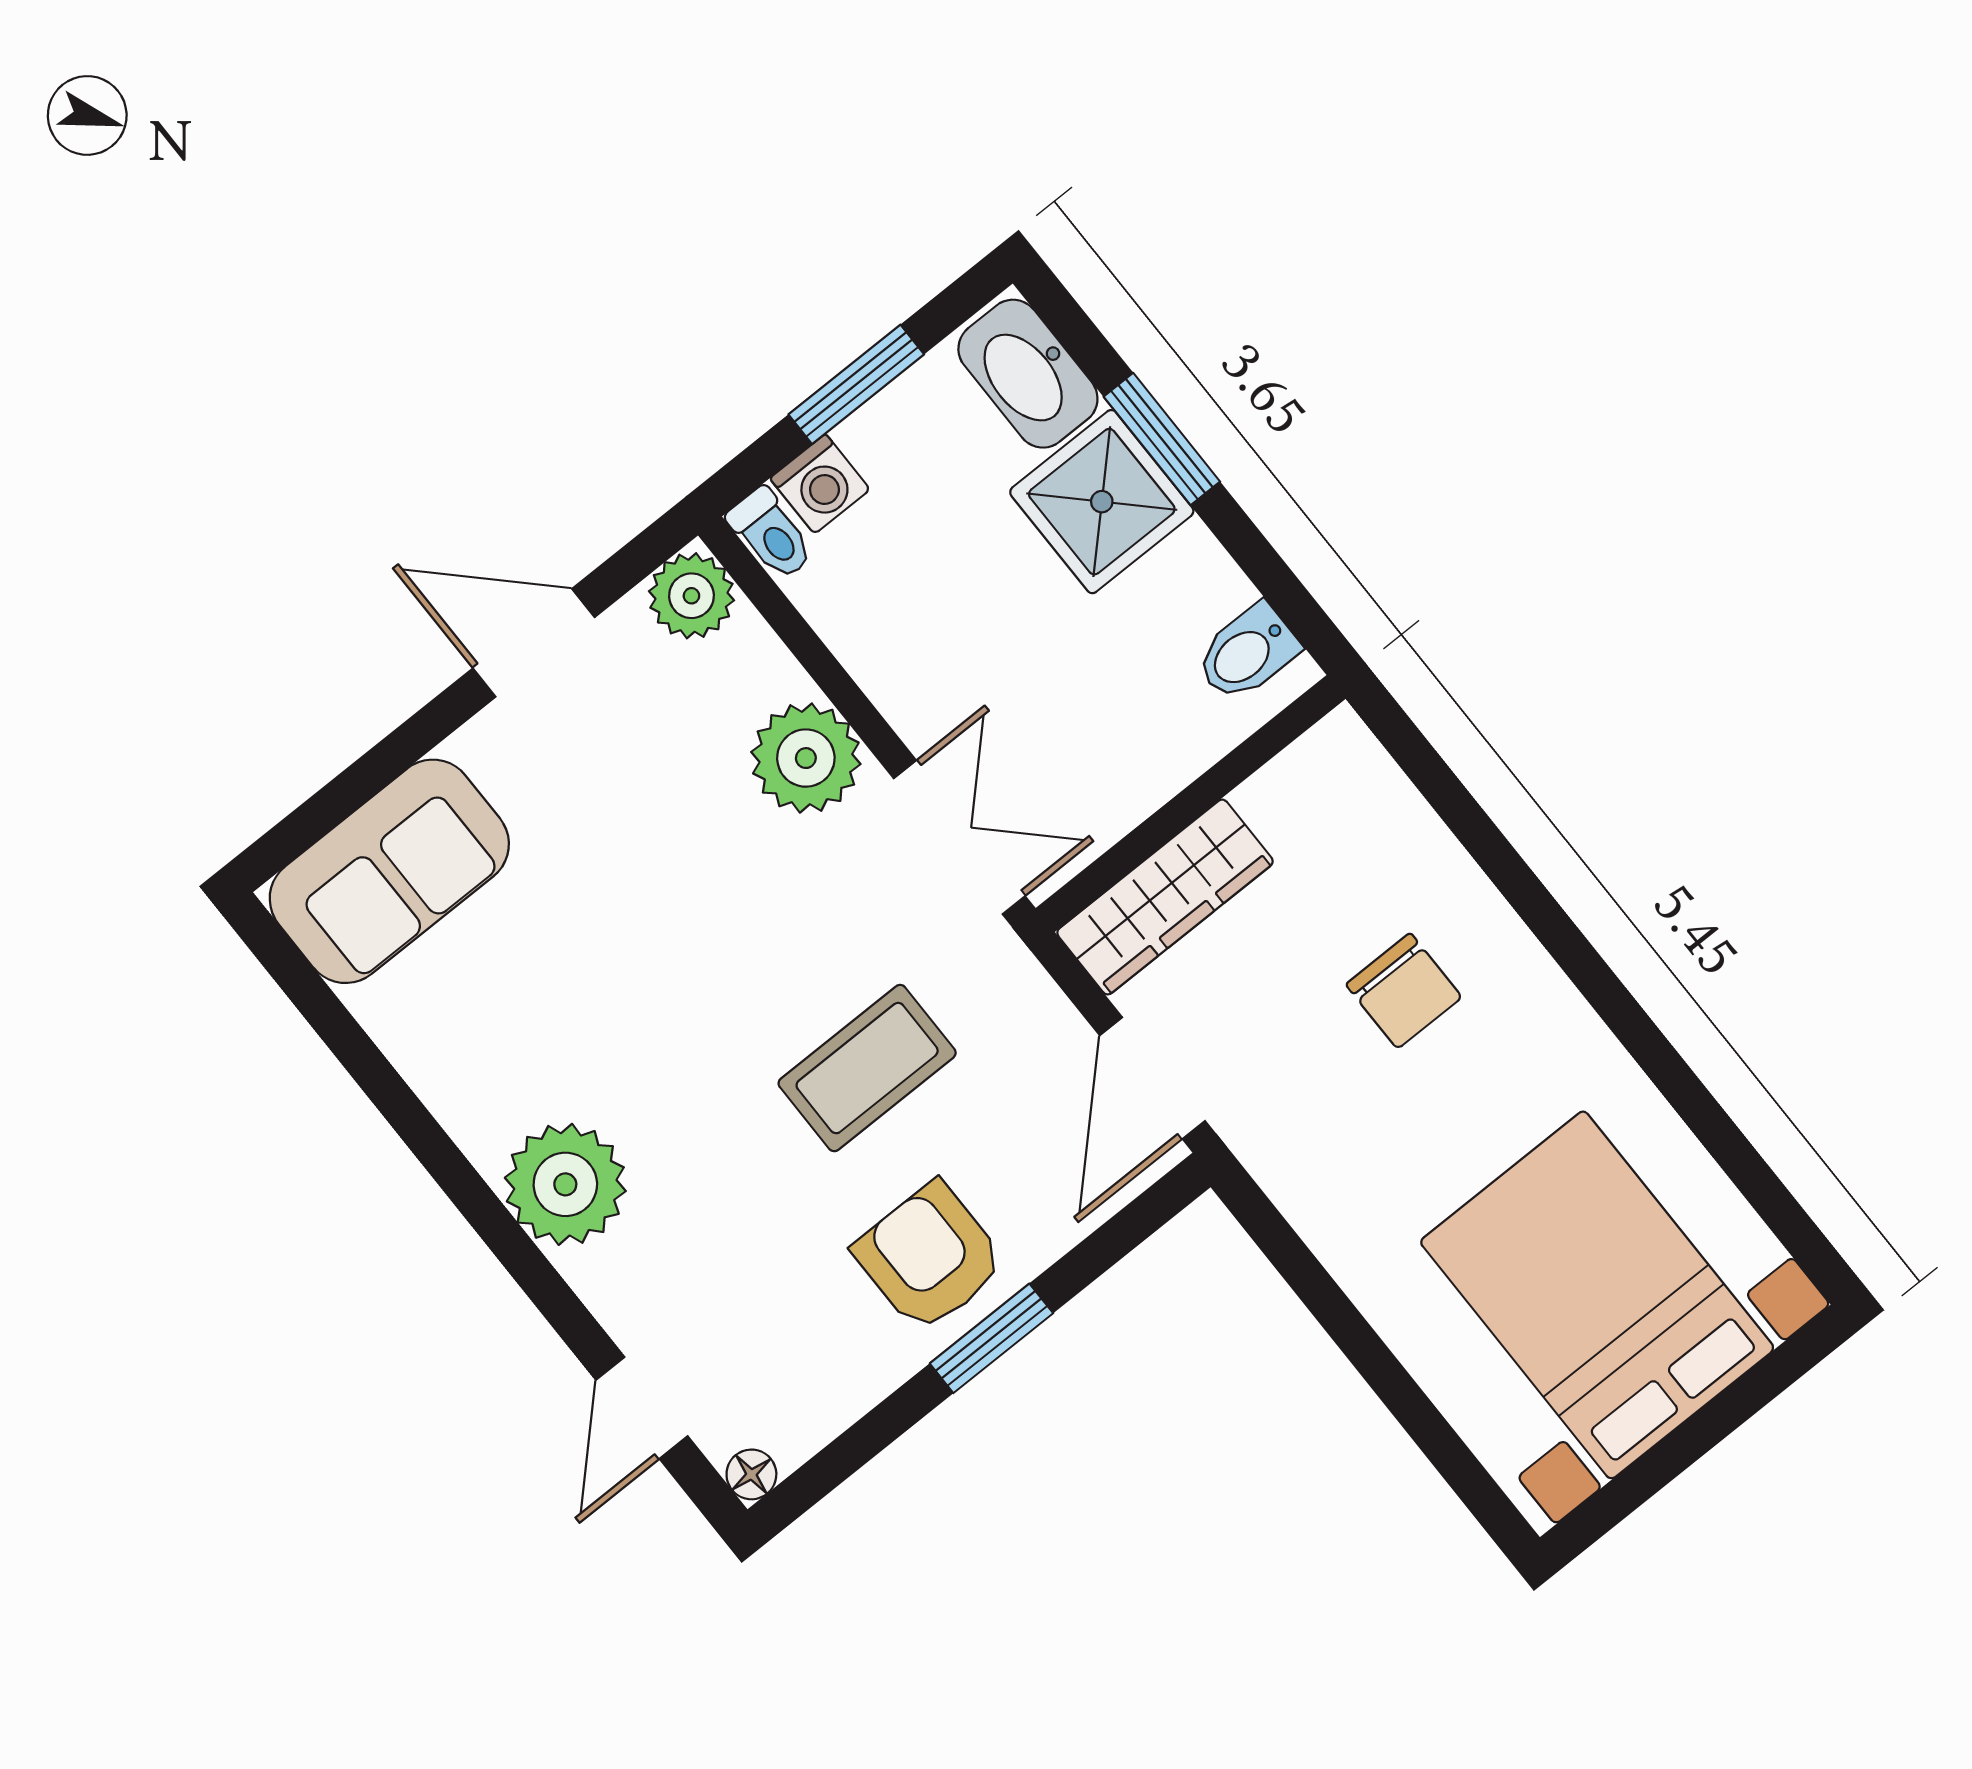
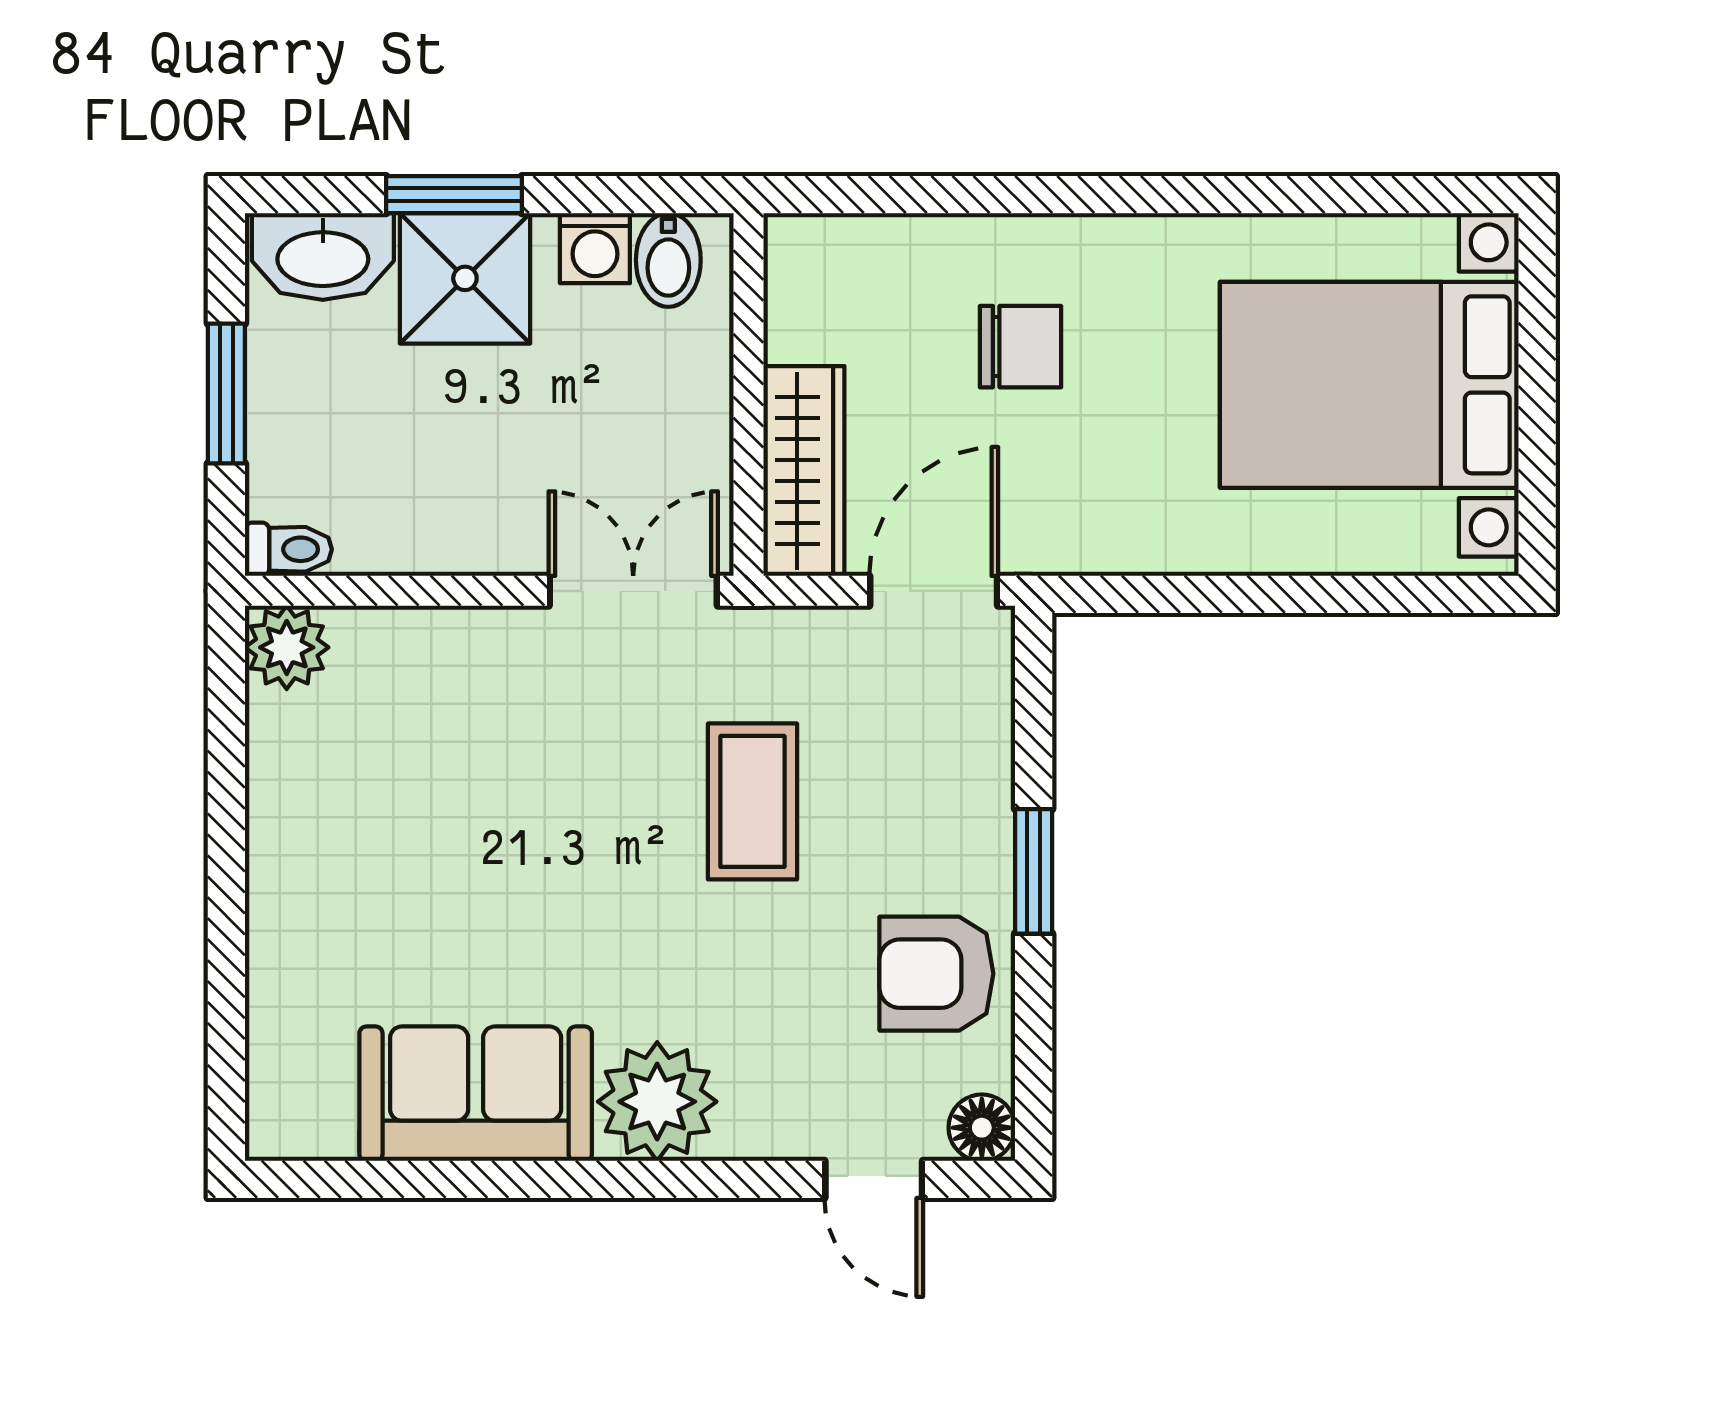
washing machine: (820, 484) -> (595, 248), moved, turned 90
door: (534, 643) -> (226, 796), removed
plant: (806, 758) -> (480, 659), removed
sofa: (389, 871) -> (476, 1094), moved, turned -90
door: (1152, 1078) -> (934, 591), swing flipped
armchair: (930, 1257) -> (936, 974), moved
floor lamp: (751, 1474) -> (982, 1128), width x1.37, depth x1.37

